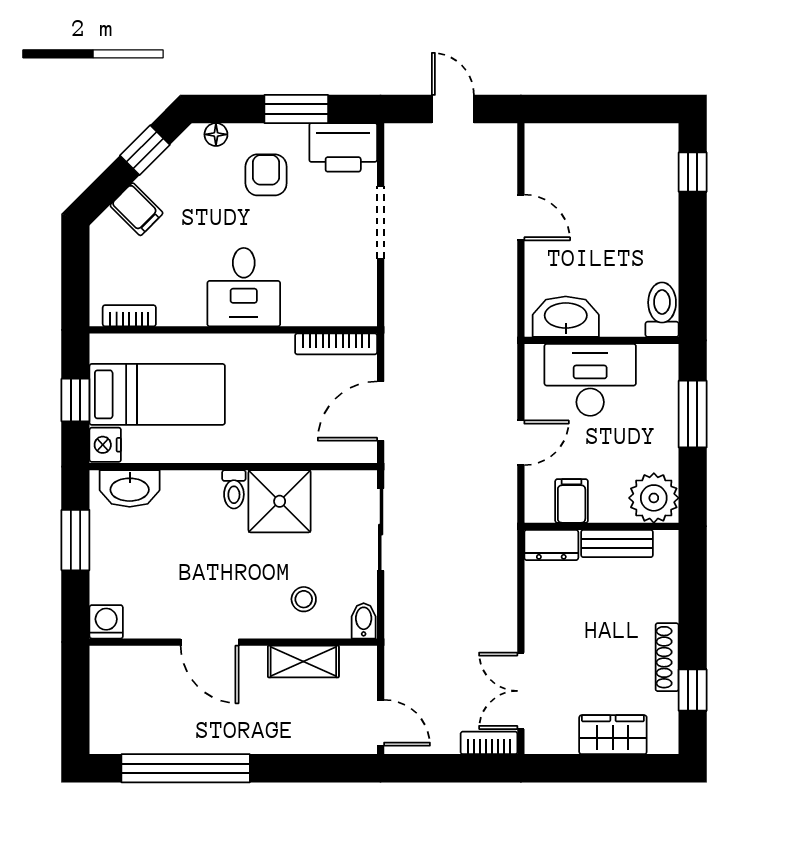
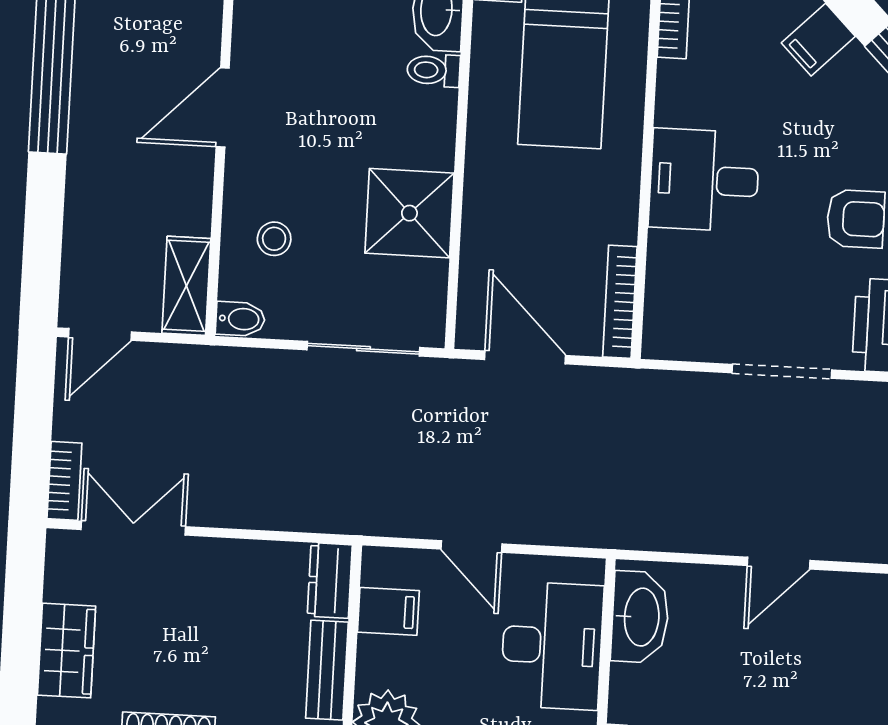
toilet: (234, 489) -> (433, 70), moved
shelving: (303, 662) -> (186, 286), moved

